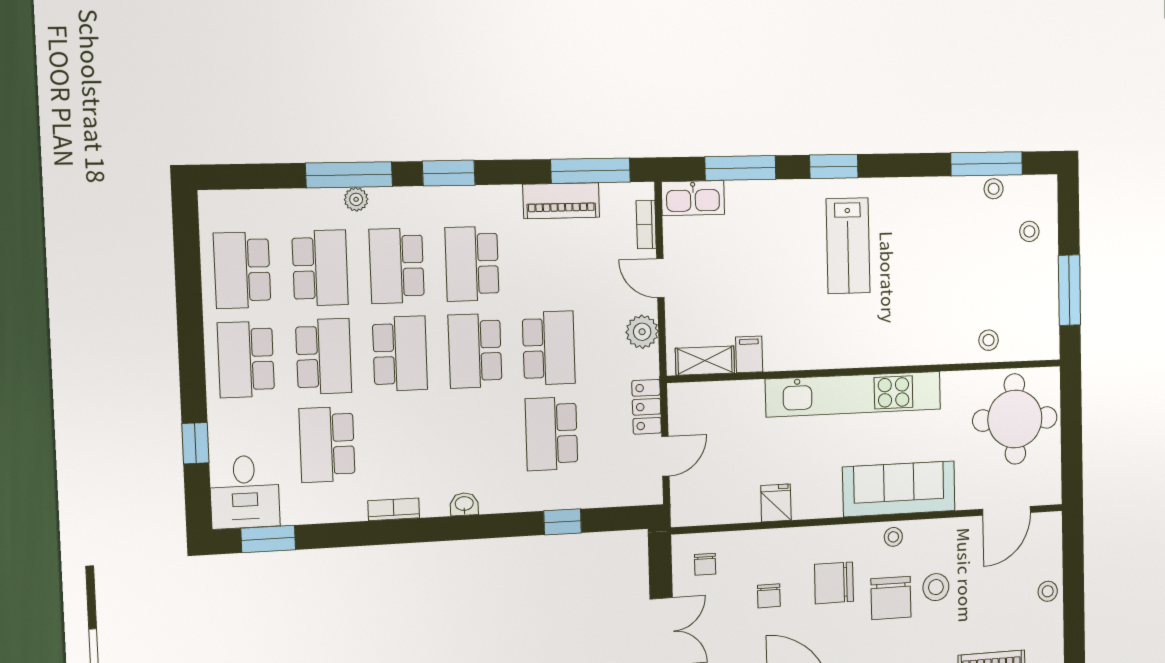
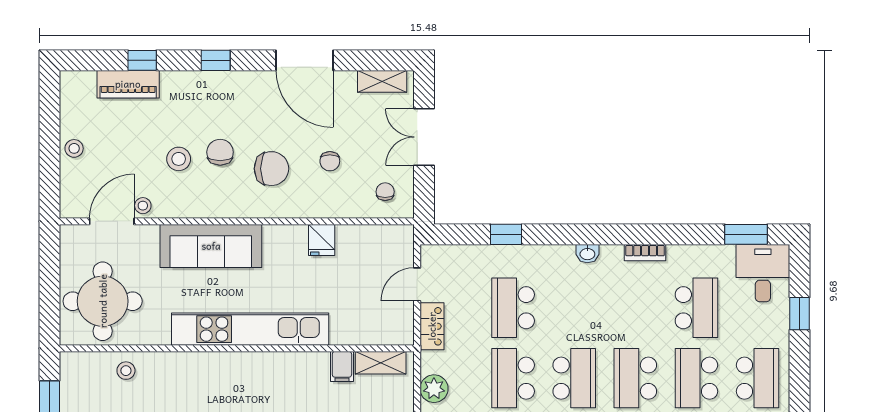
school desk: (551, 434) -> (513, 308), turned 180
stool: (893, 537) -> (143, 206), moved
chair: (769, 596) -> (330, 161), turned 180
chair: (891, 598) -> (220, 152), width x0.73, depth x0.73

